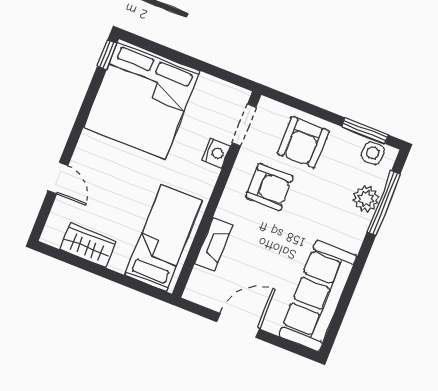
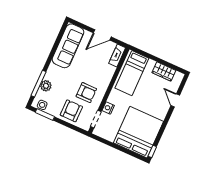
armchair: (269, 187) -> (86, 93), turned 180
fireplace: (214, 244) -> (117, 56), moved

